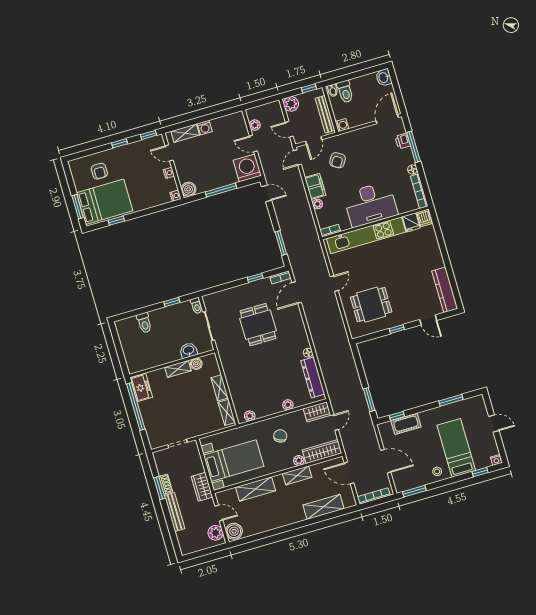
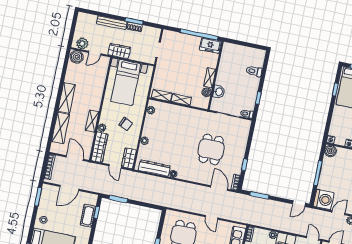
dining table: (258, 325) -> (211, 149), turned 90
door: (349, 473) -> (75, 158), hinge flipped
shelving: (255, 489) -> (67, 98), moved

